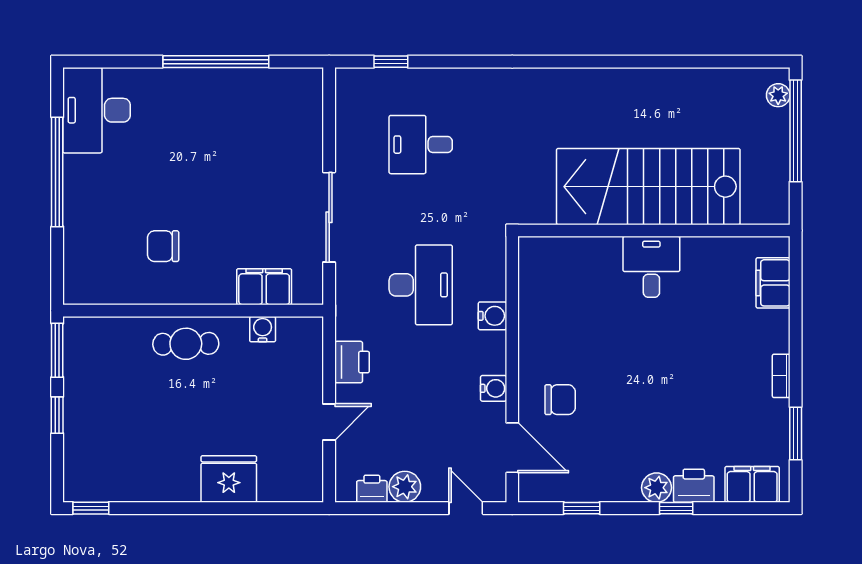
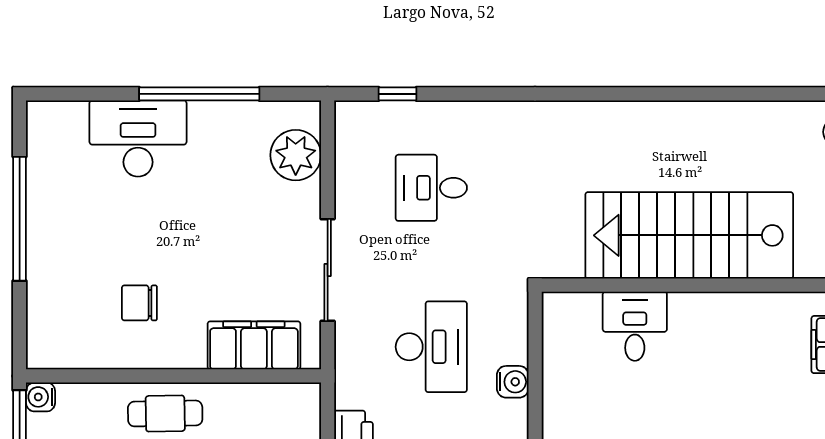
desk: (97, 110) -> (138, 138), moved, turned 90
plant: (301, 116) -> (296, 155), added
desk: (651, 267) -> (635, 326), moved
filing cabinet: (264, 287) -> (254, 345), width x1.50, depth x1.17
water cooler: (263, 329) -> (41, 397), moved, turned -90

